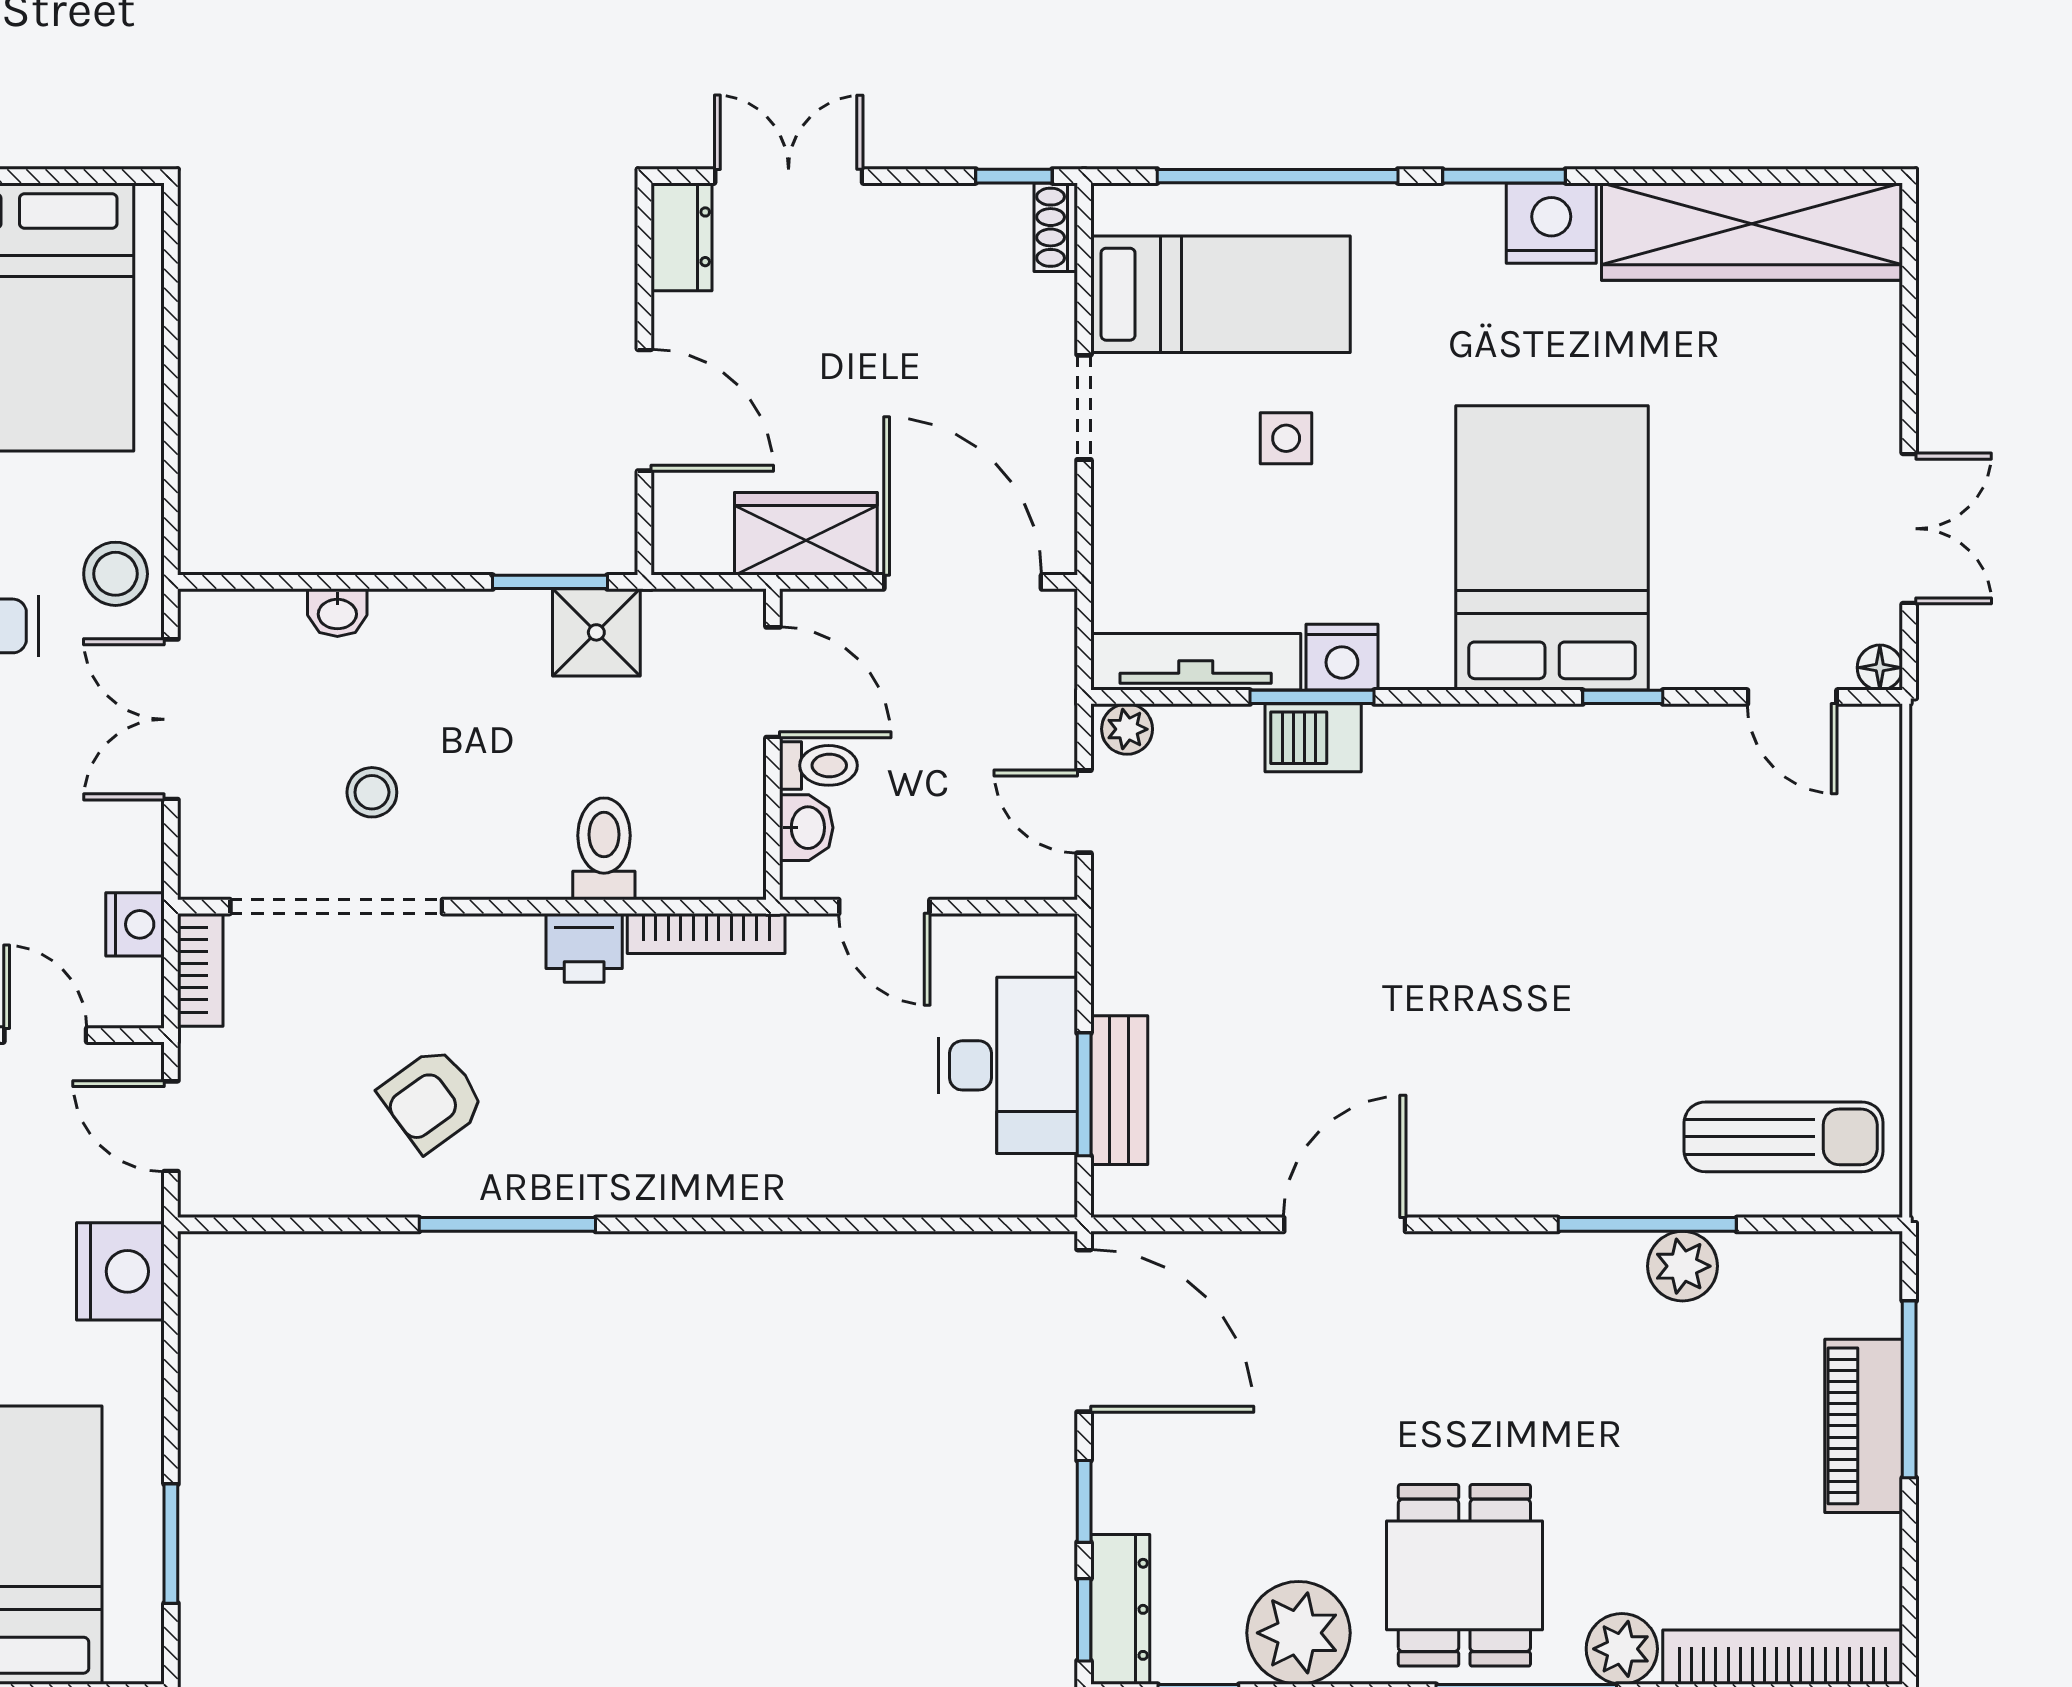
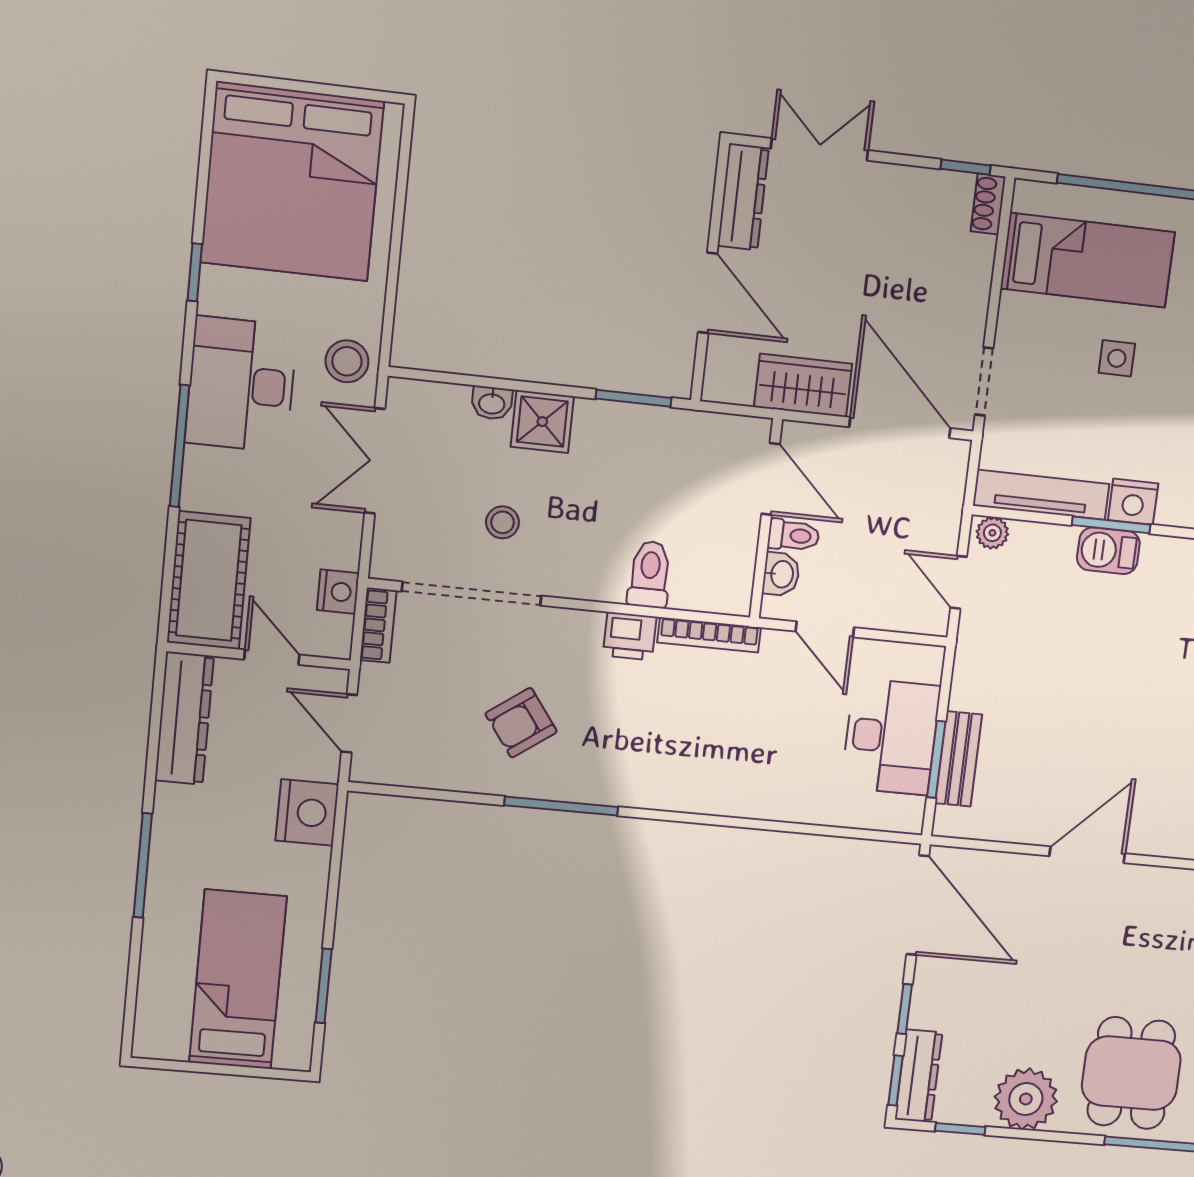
dresser: (682, 237) -> (743, 197), width x1.44
doorway: (1084, 407) -> (984, 381), moved
shower: (596, 632) -> (542, 422), moved

